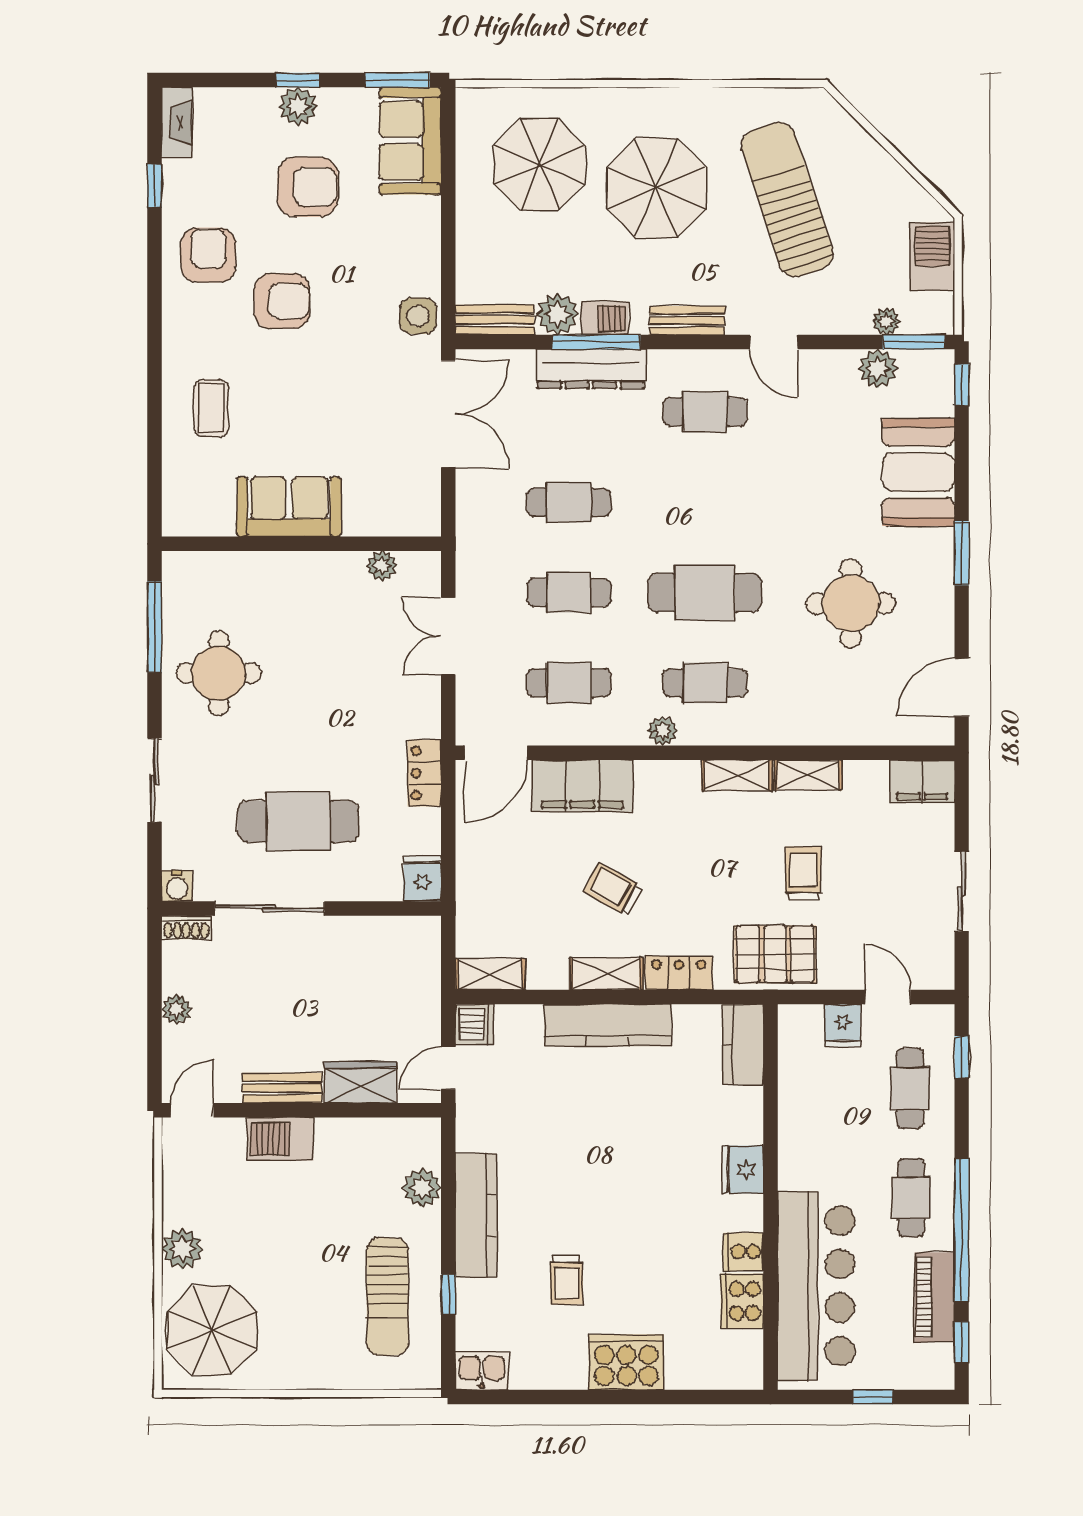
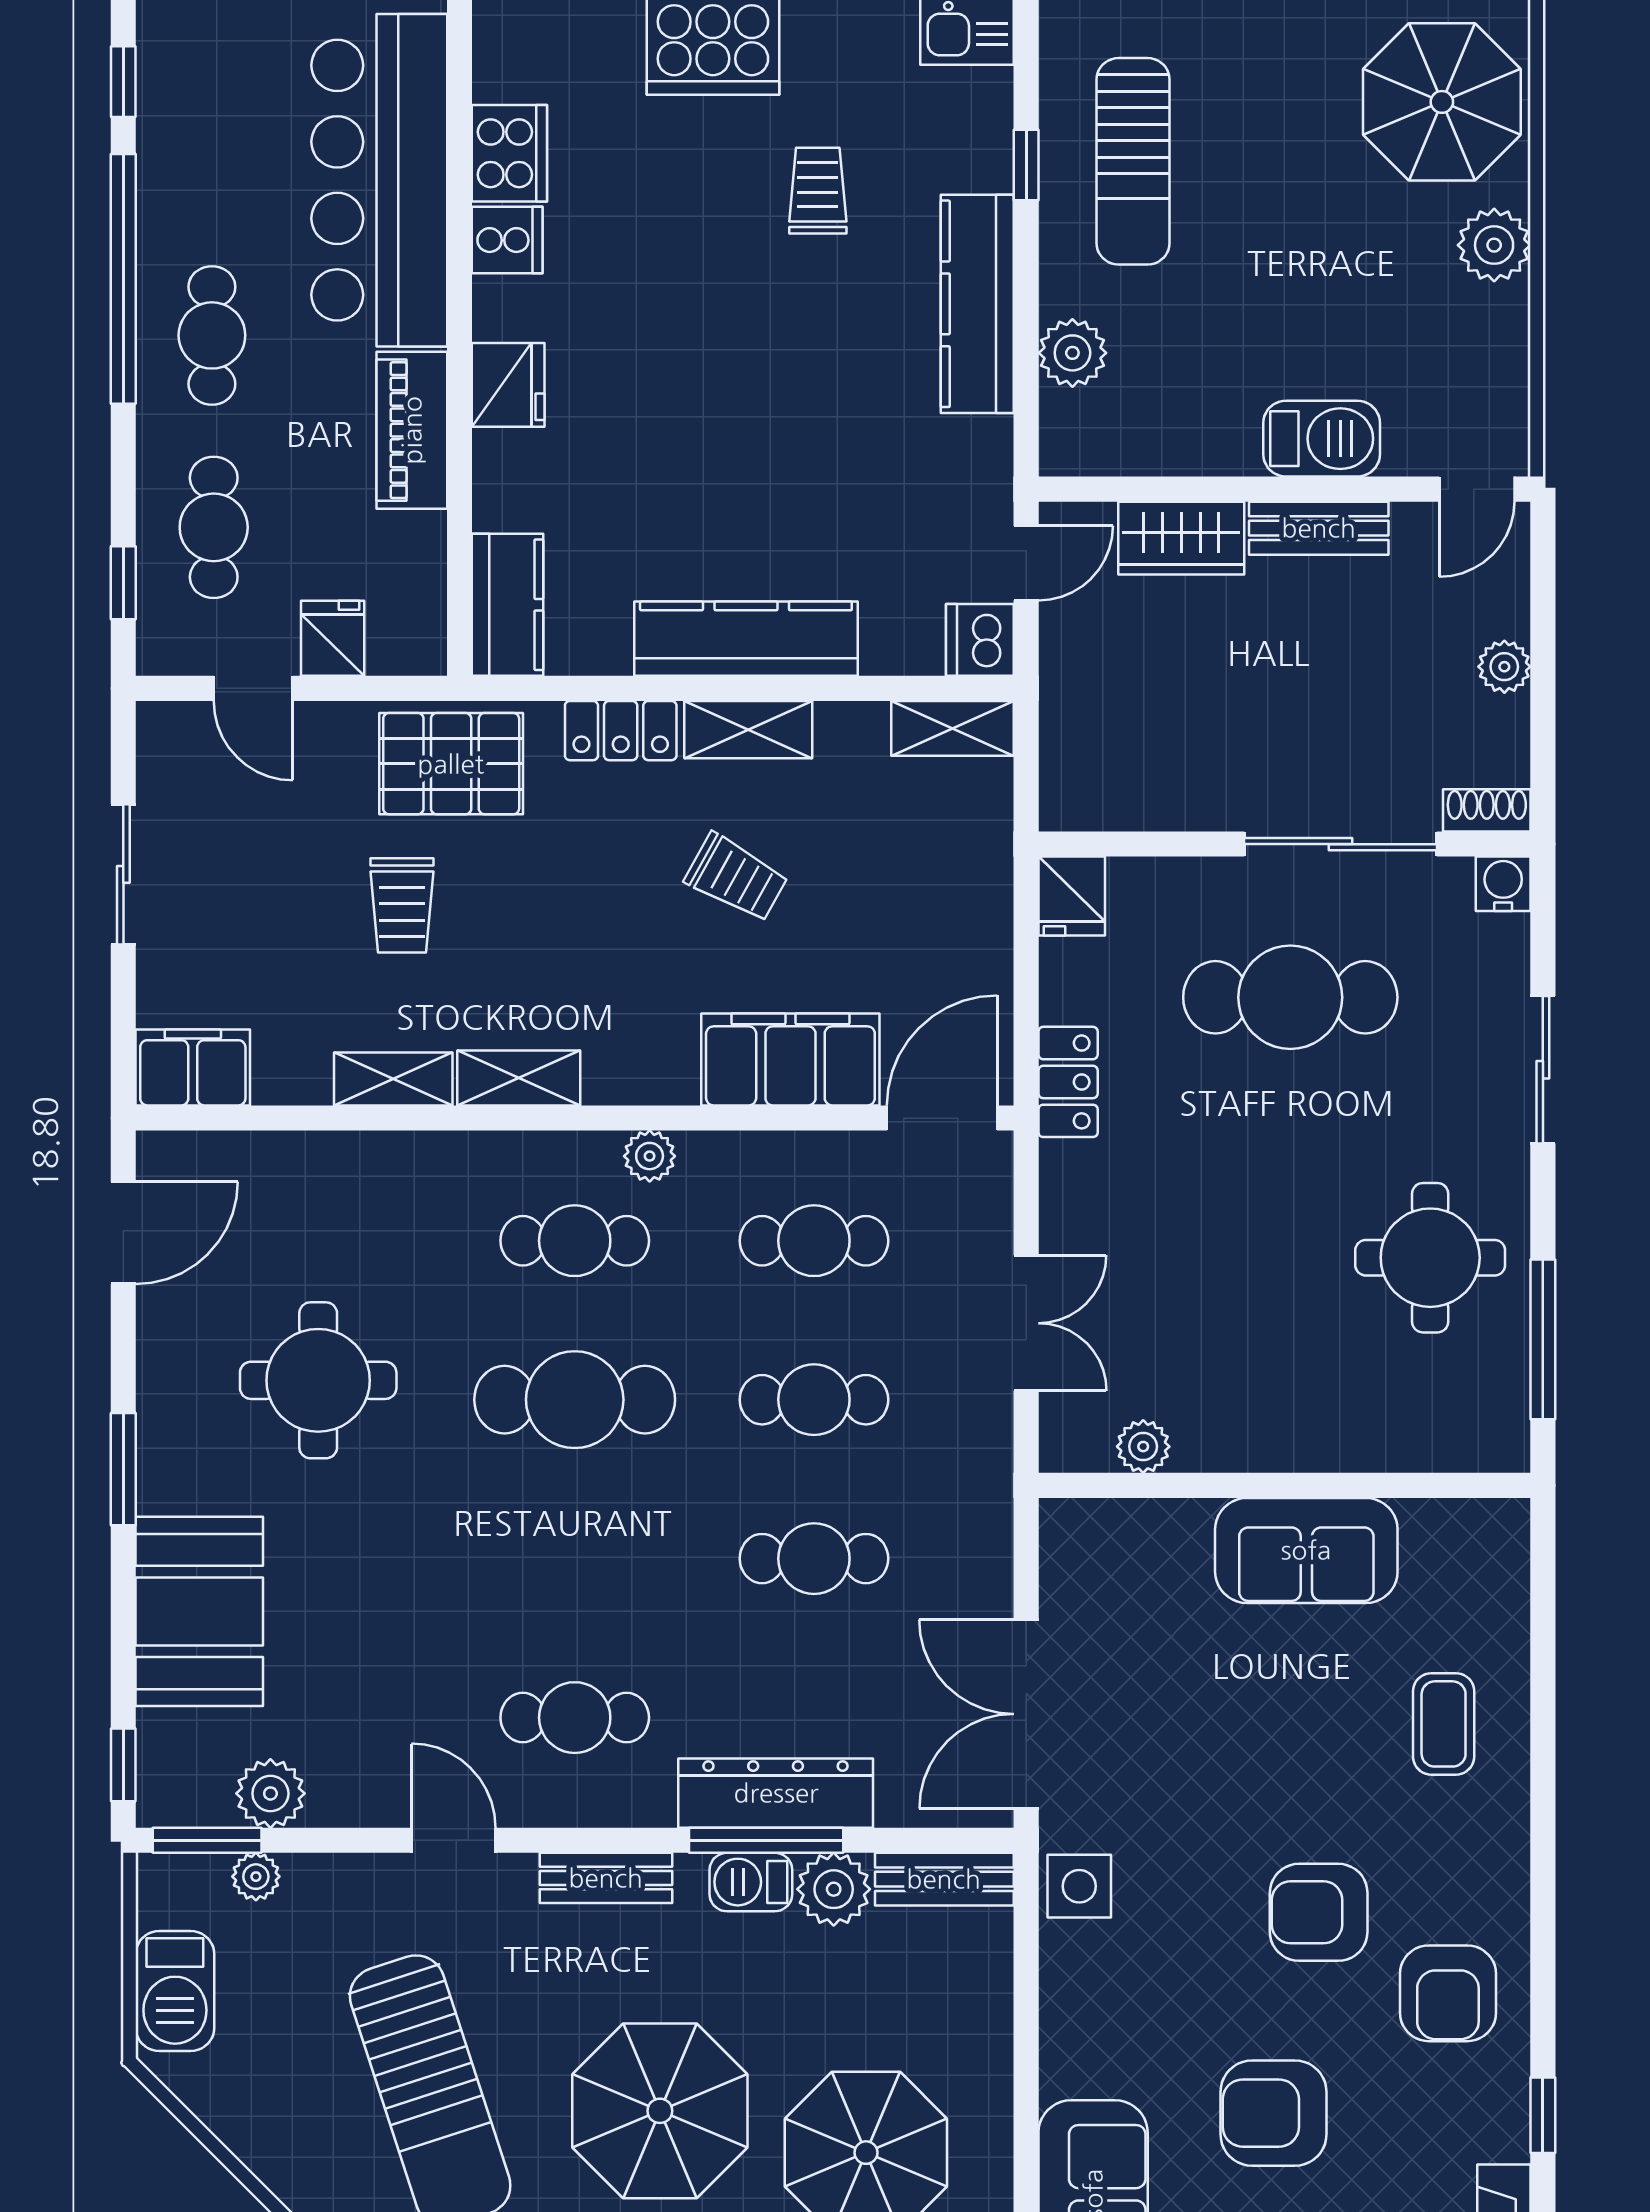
sun lounger: (388, 1297) -> (1133, 161), turned 180
piano: (935, 1297) -> (412, 430), moved, turned 180

